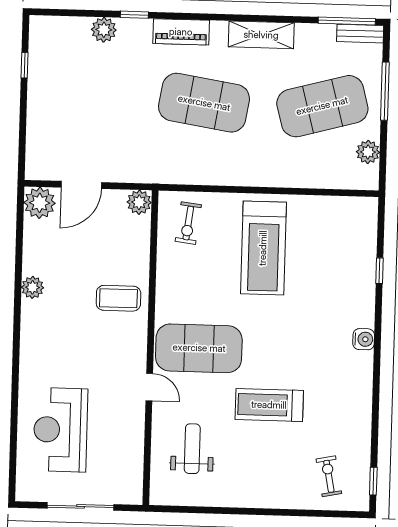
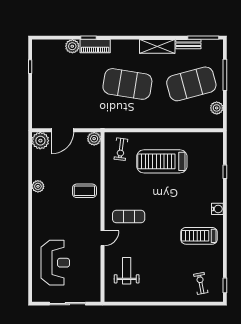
piano: (181, 32) -> (95, 46), moved
bench: (360, 34) -> (188, 44), moved
treadmill: (263, 248) -> (162, 161), turned 90
exercise mat: (199, 348) -> (129, 217), width x0.50, depth x0.69
door: (149, 387) -> (103, 238), hinge flipped
treadmill: (269, 405) -> (199, 236), moved
reception desk: (60, 430) -> (55, 263), turned 180

